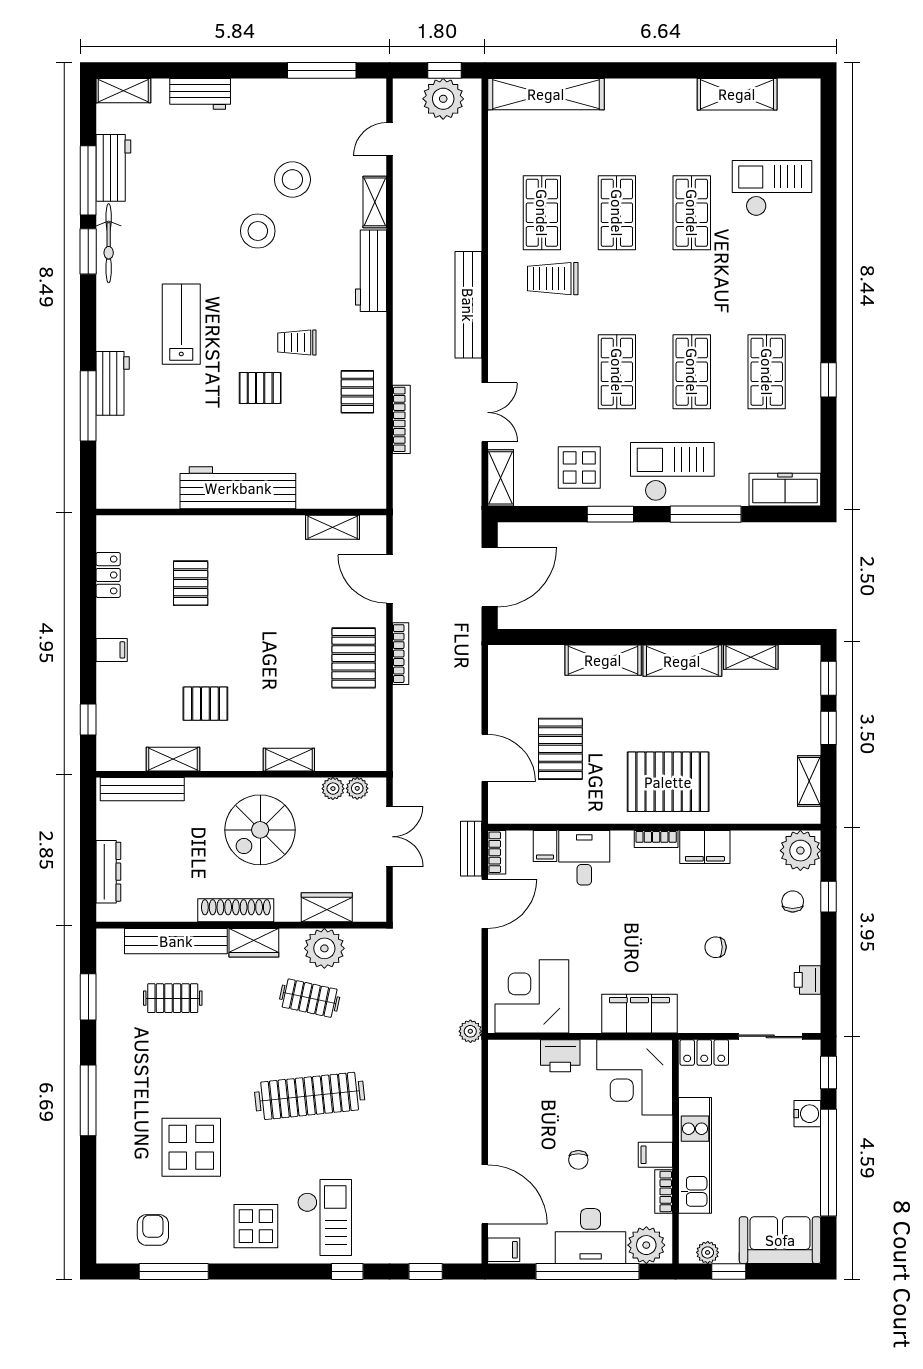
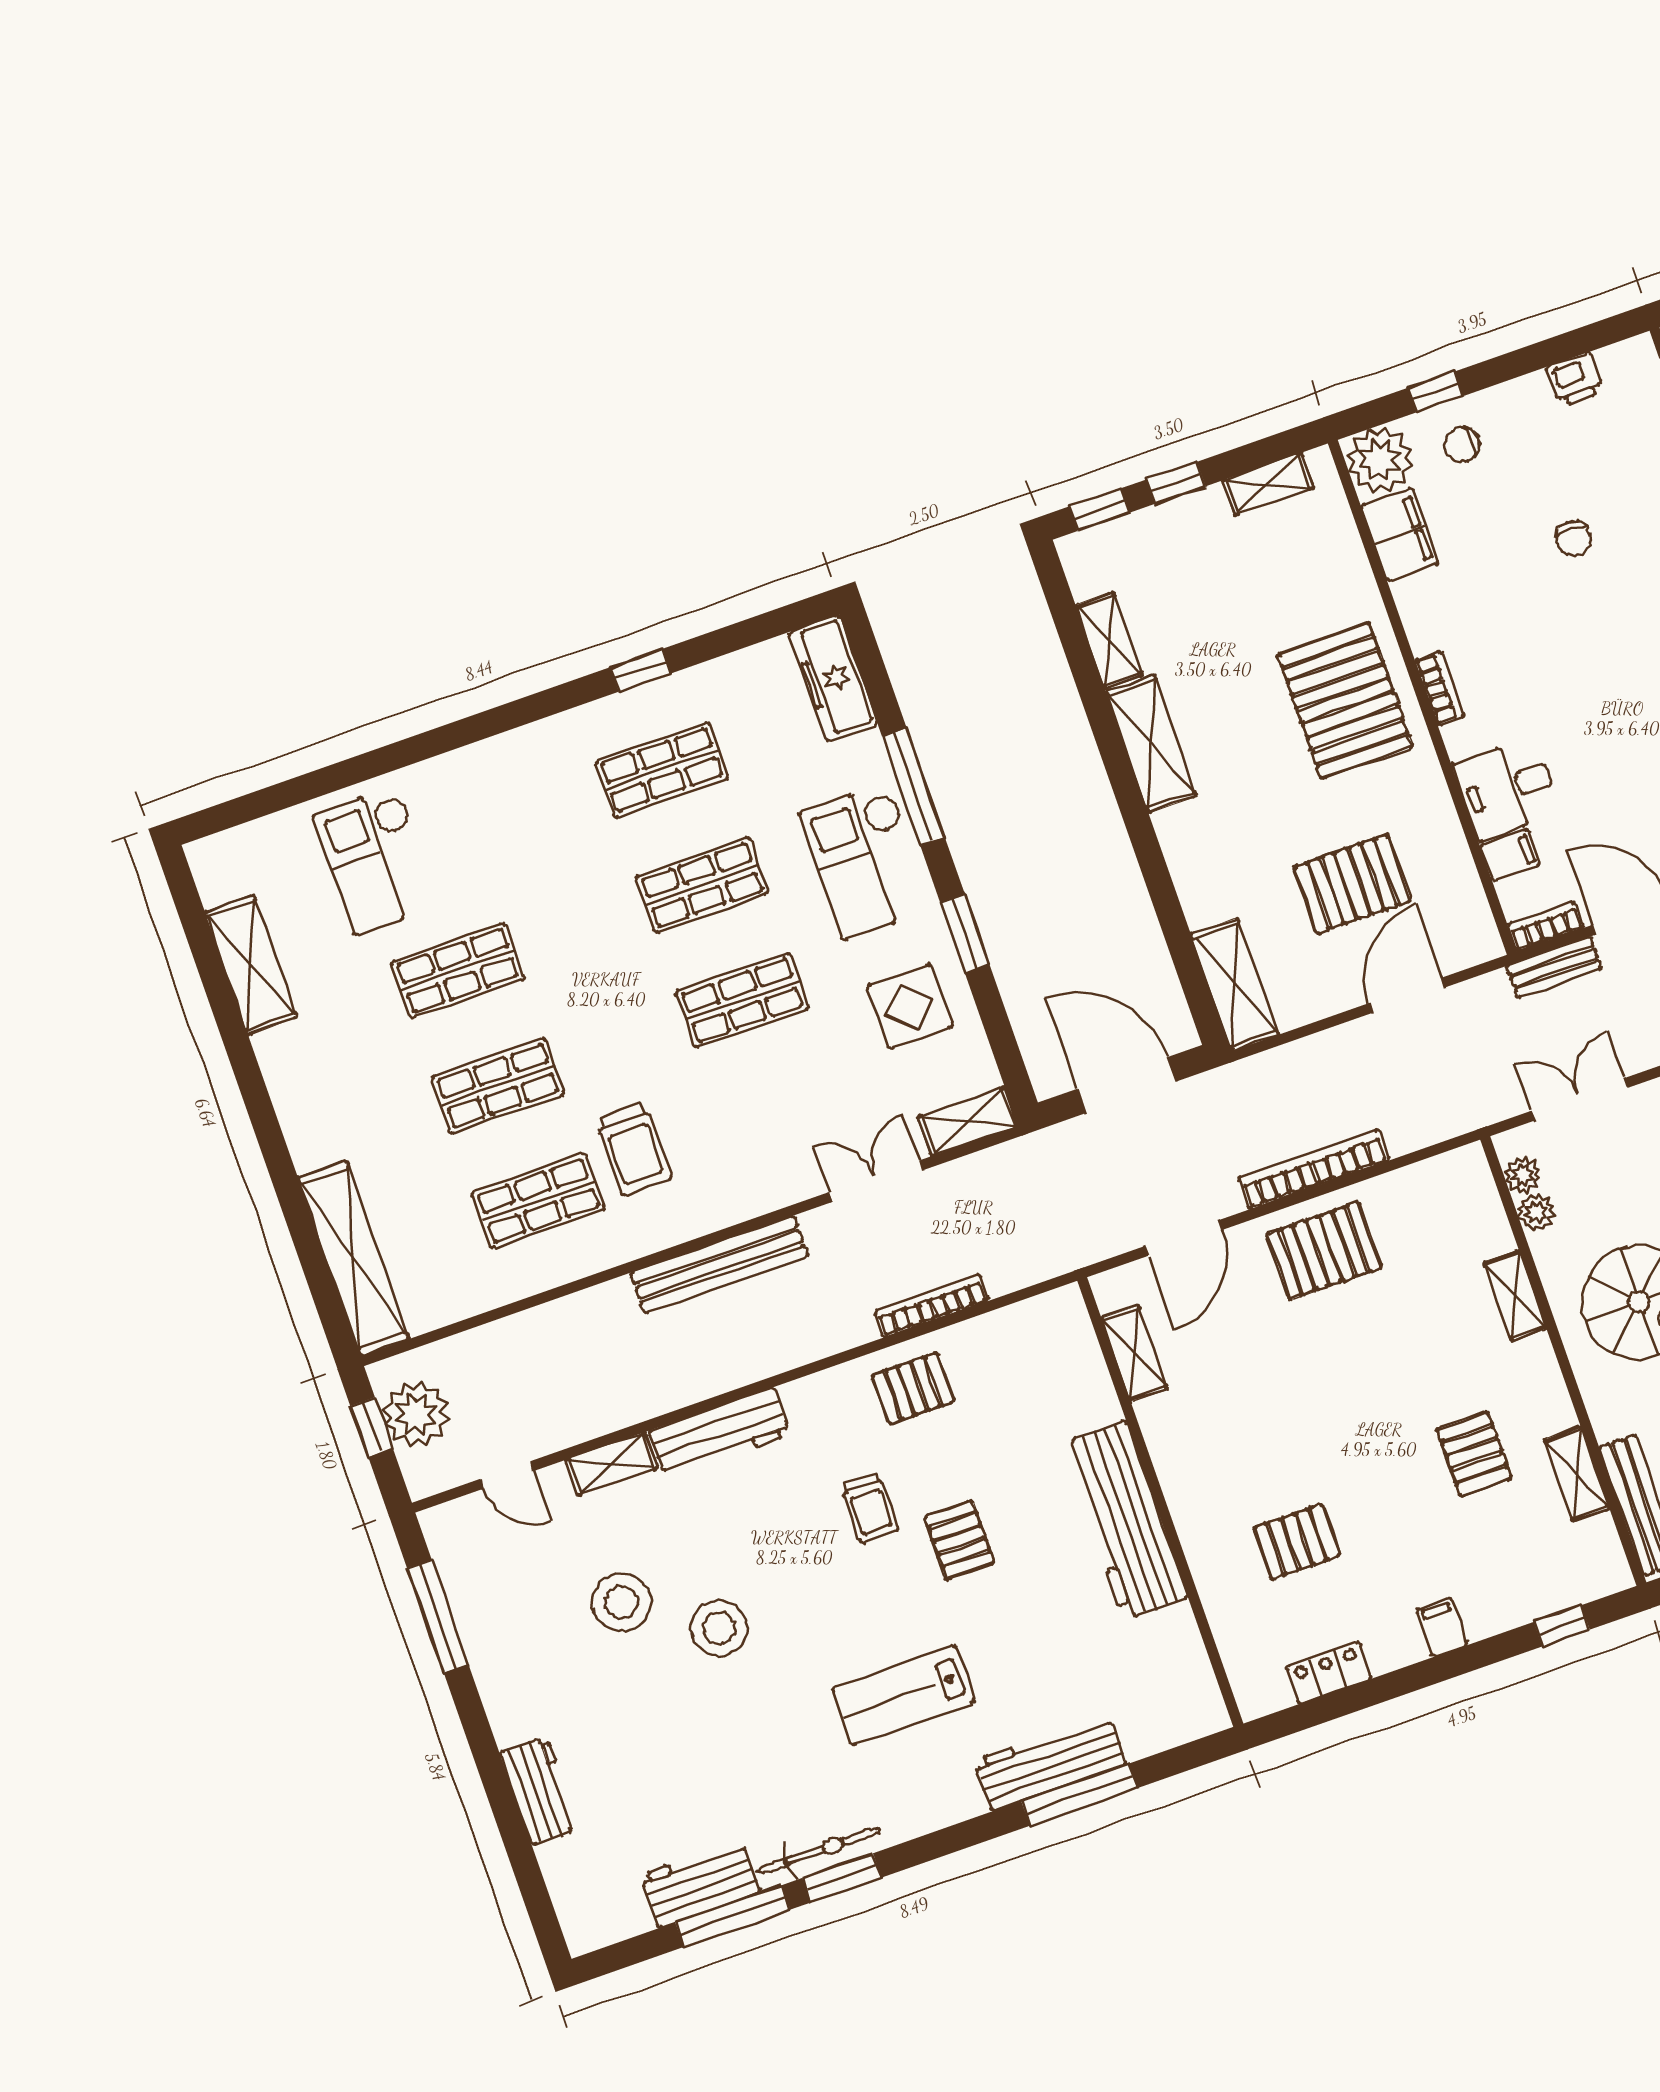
shelving: (123, 91) -> (576, 1910), removed
workbench: (113, 383) -> (1050, 1763), width x1.38
bookcase: (401, 654) -> (1314, 1169), width x1.48, depth x1.31
shelving: (603, 660) -> (1235, 985), moved
filing cabinet: (705, 847) -> (1400, 535), moved

